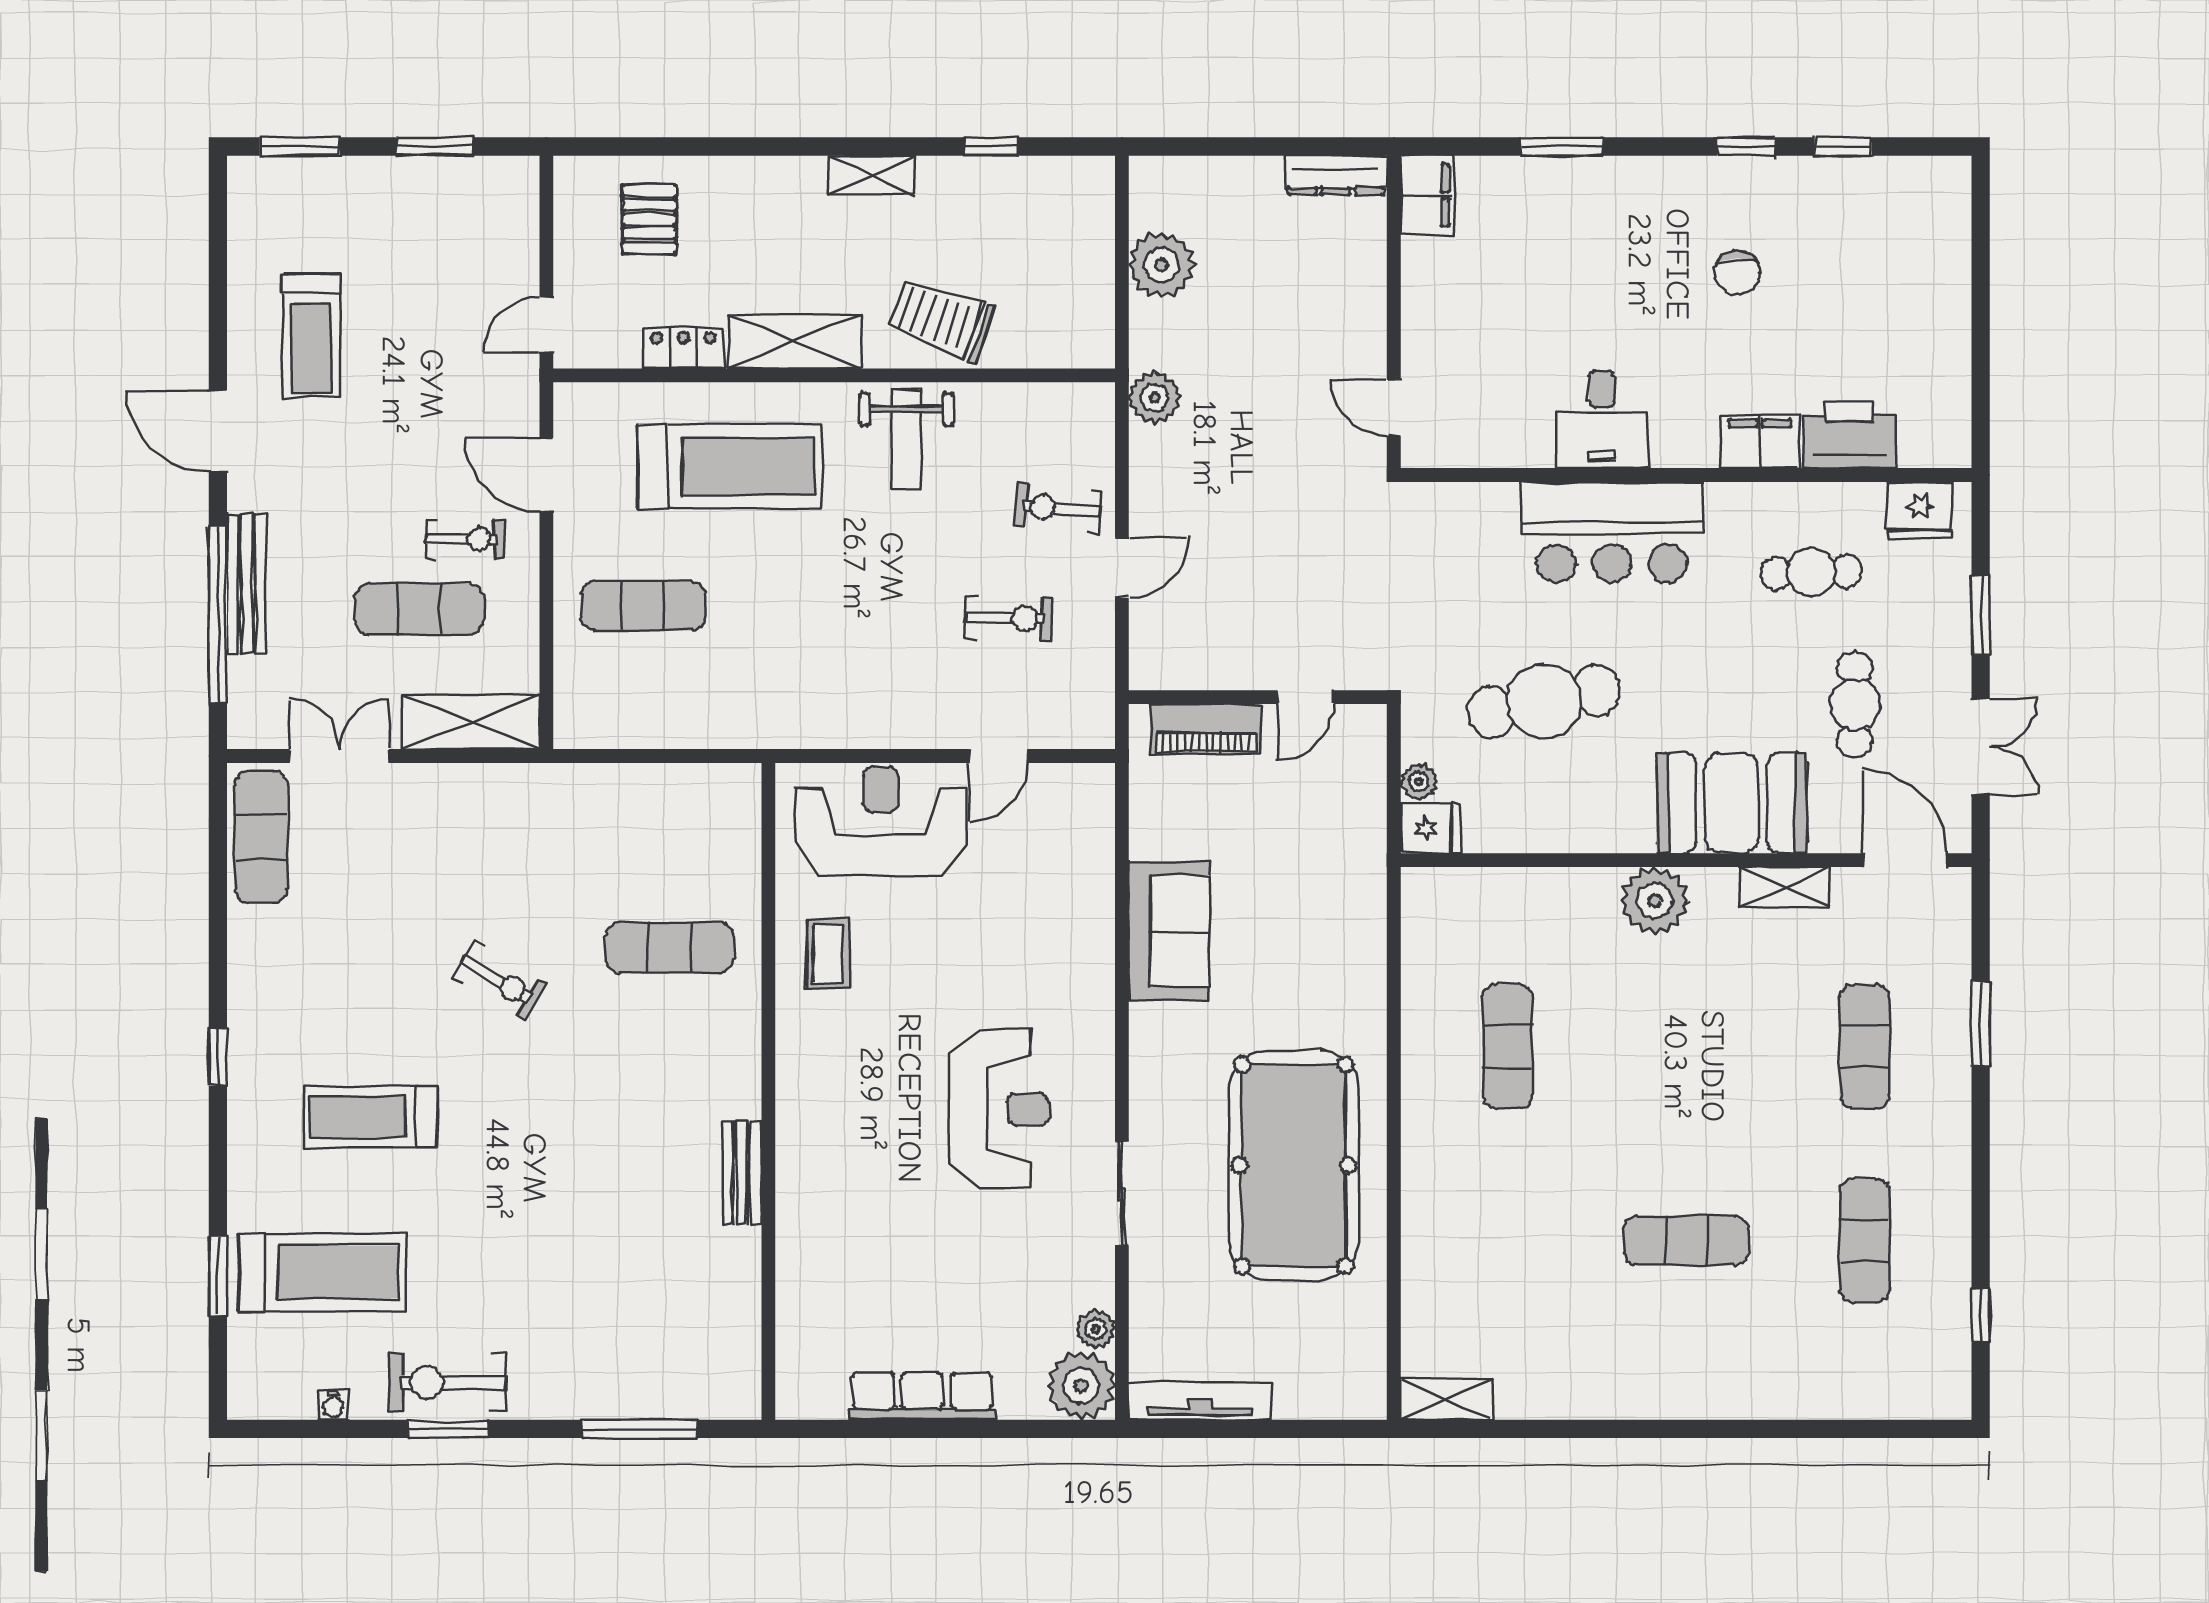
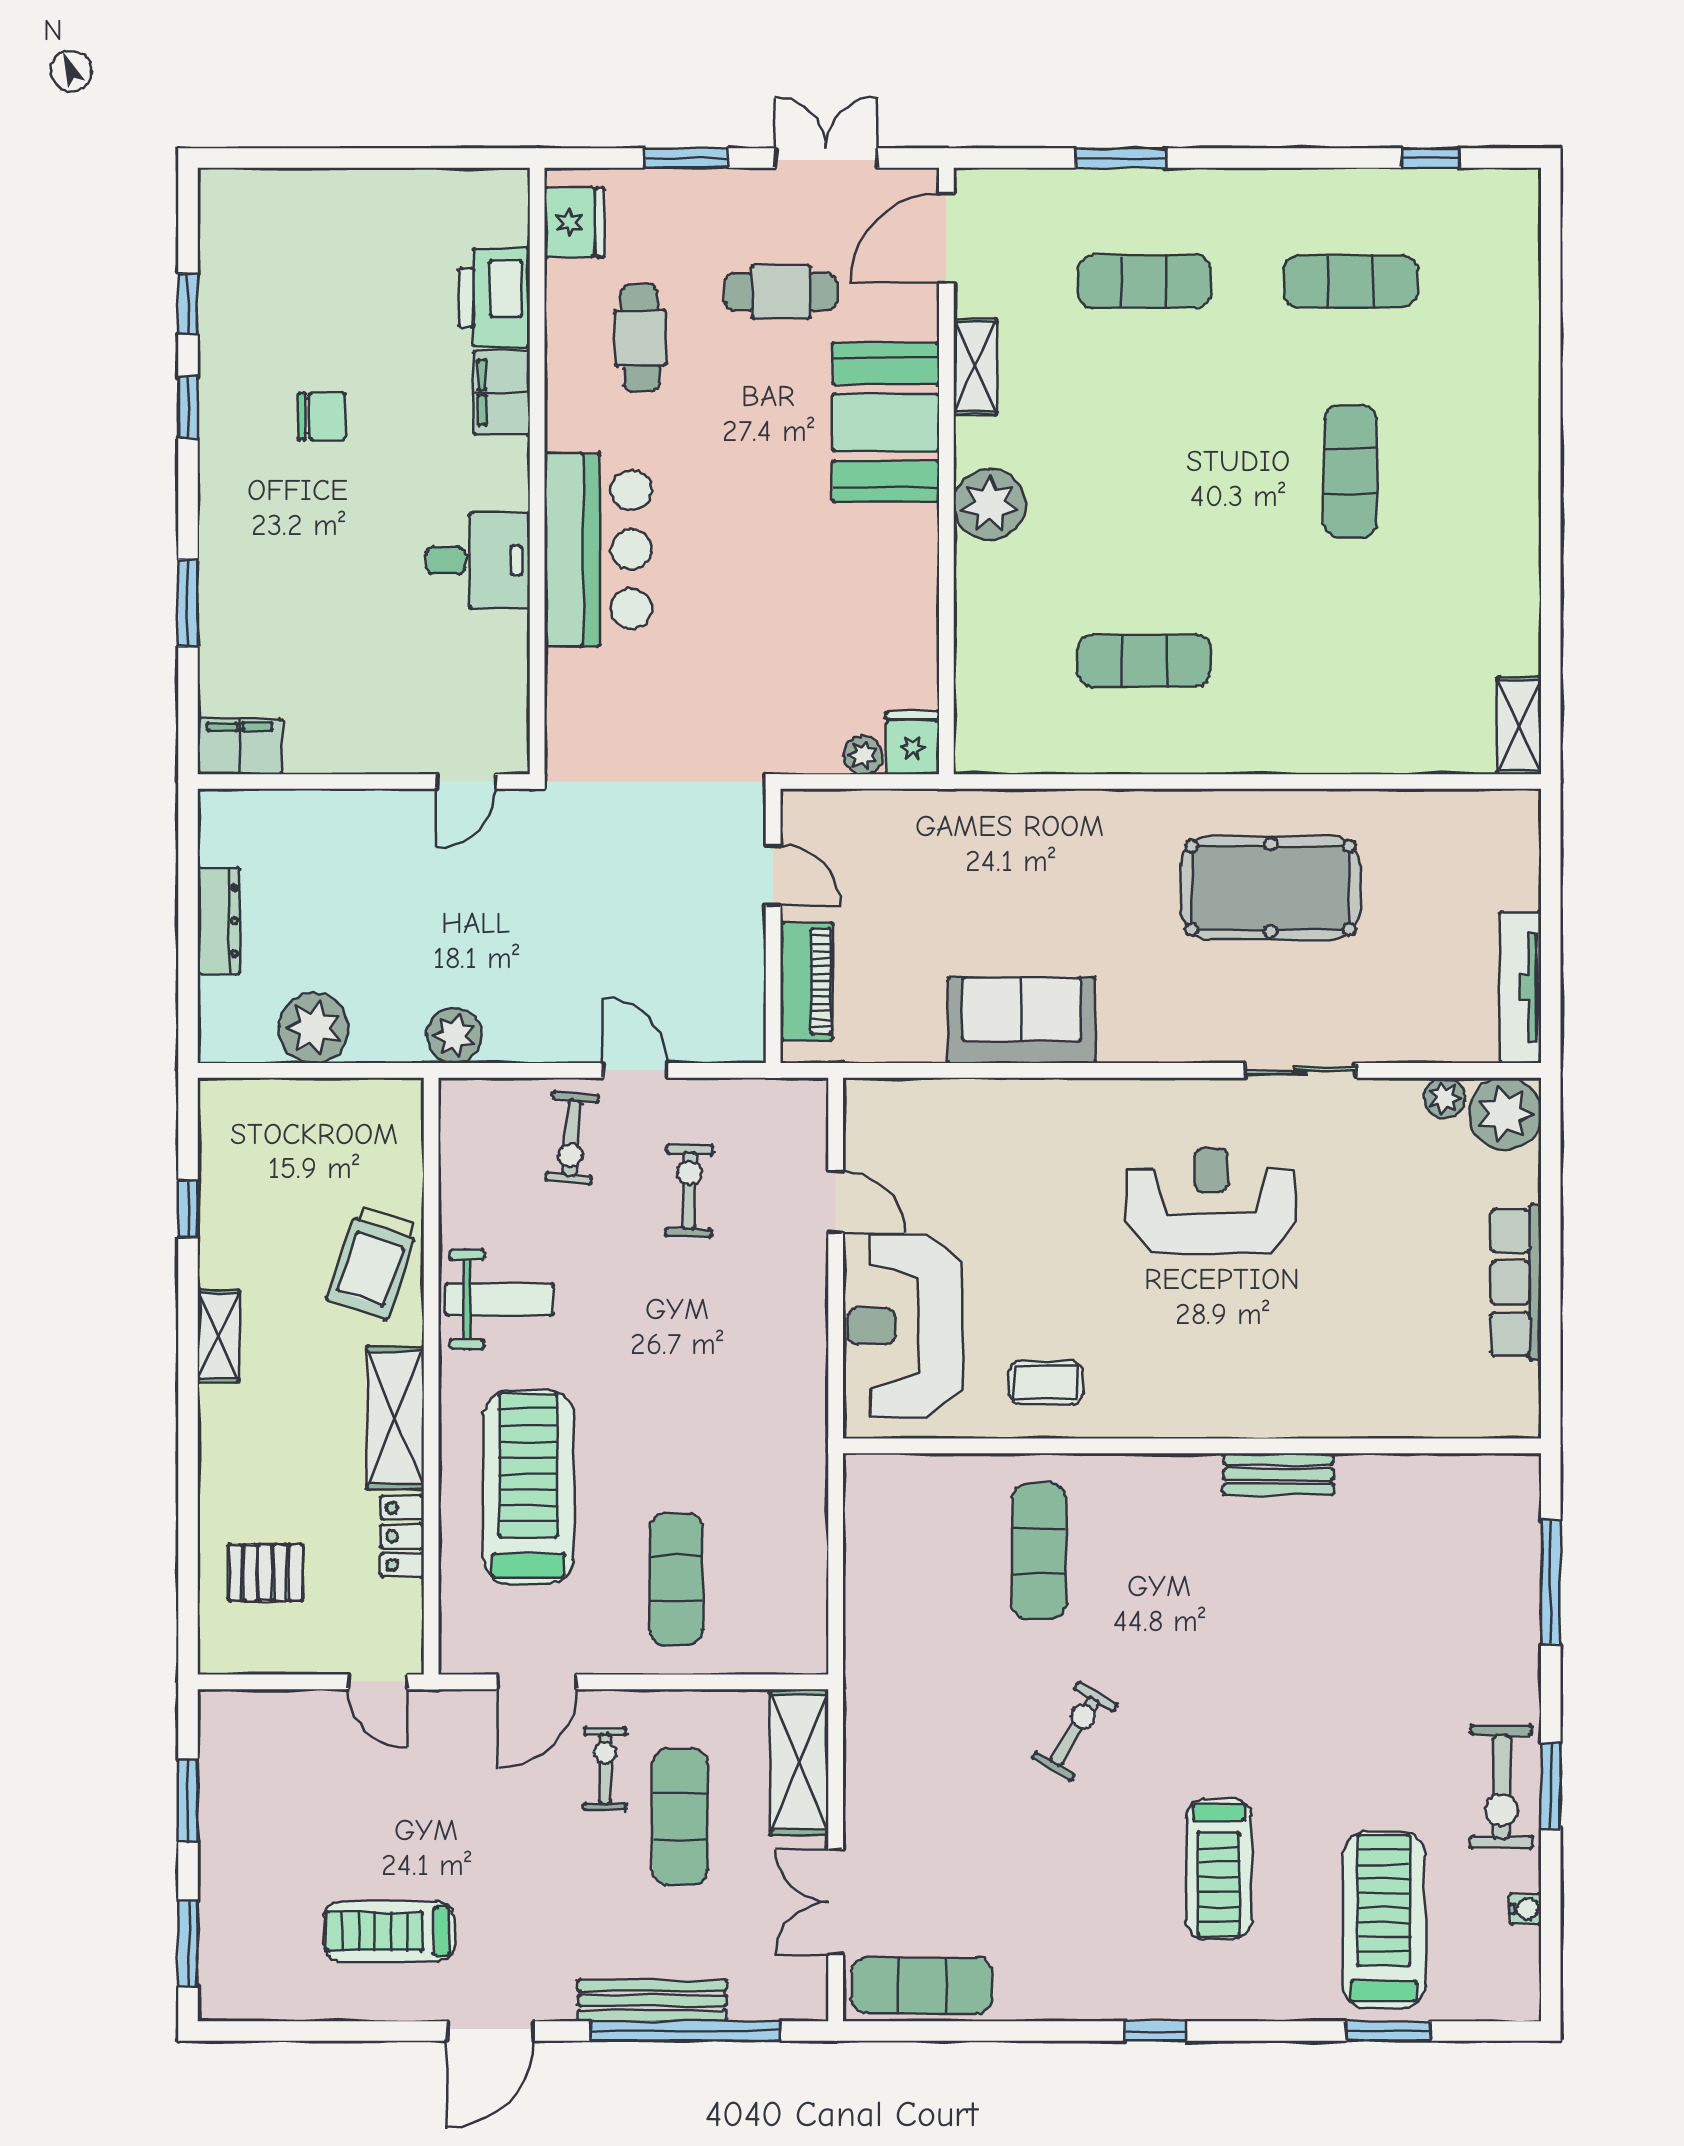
dresser: (1336, 175) -> (219, 921), moved
treadmill: (312, 336) -> (389, 1931), turned 180
cafe table: (1544, 701) -> (778, 622), removed
pool table: (1294, 1165) -> (1270, 888), width x0.73, depth x0.76

